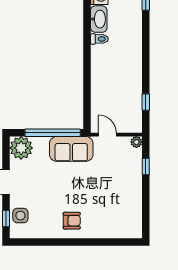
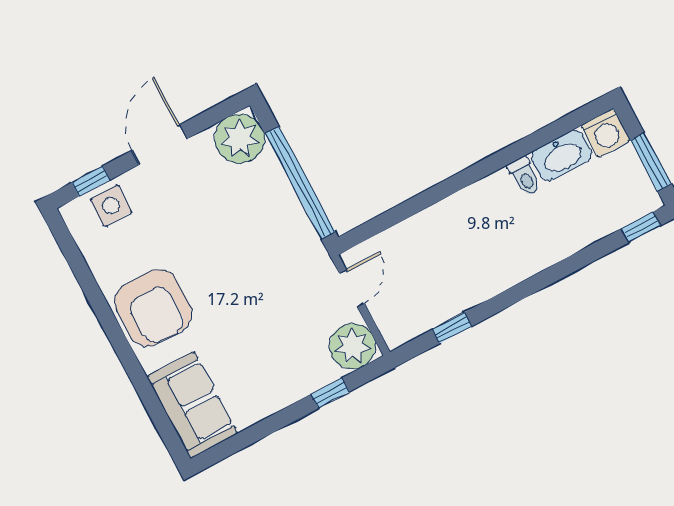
plant: (136, 142) -> (353, 346), width x1.87, depth x1.87
sofa: (71, 149) -> (192, 405), moved, turned 180
armchair: (72, 221) -> (153, 308), width x1.88, depth x1.88

